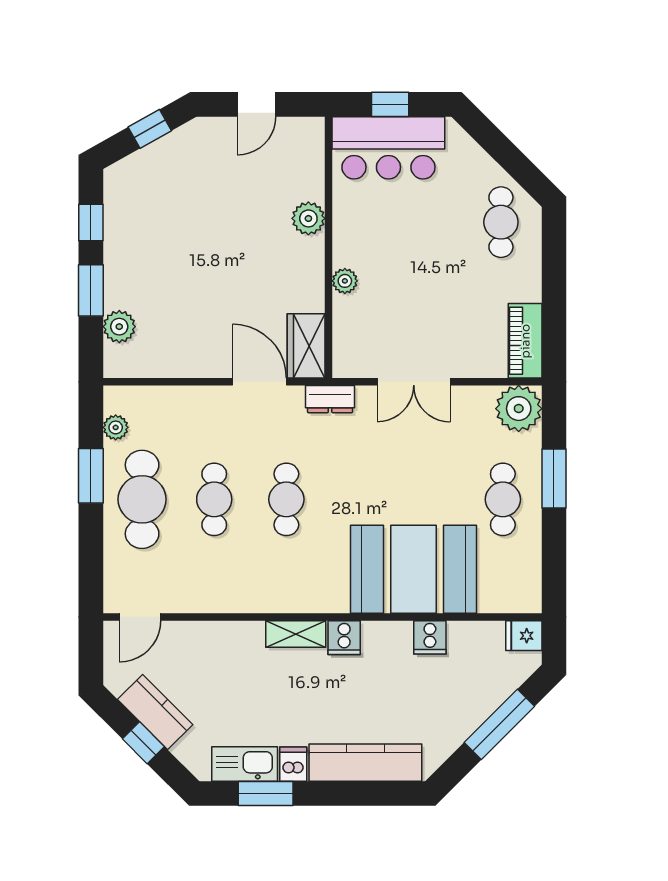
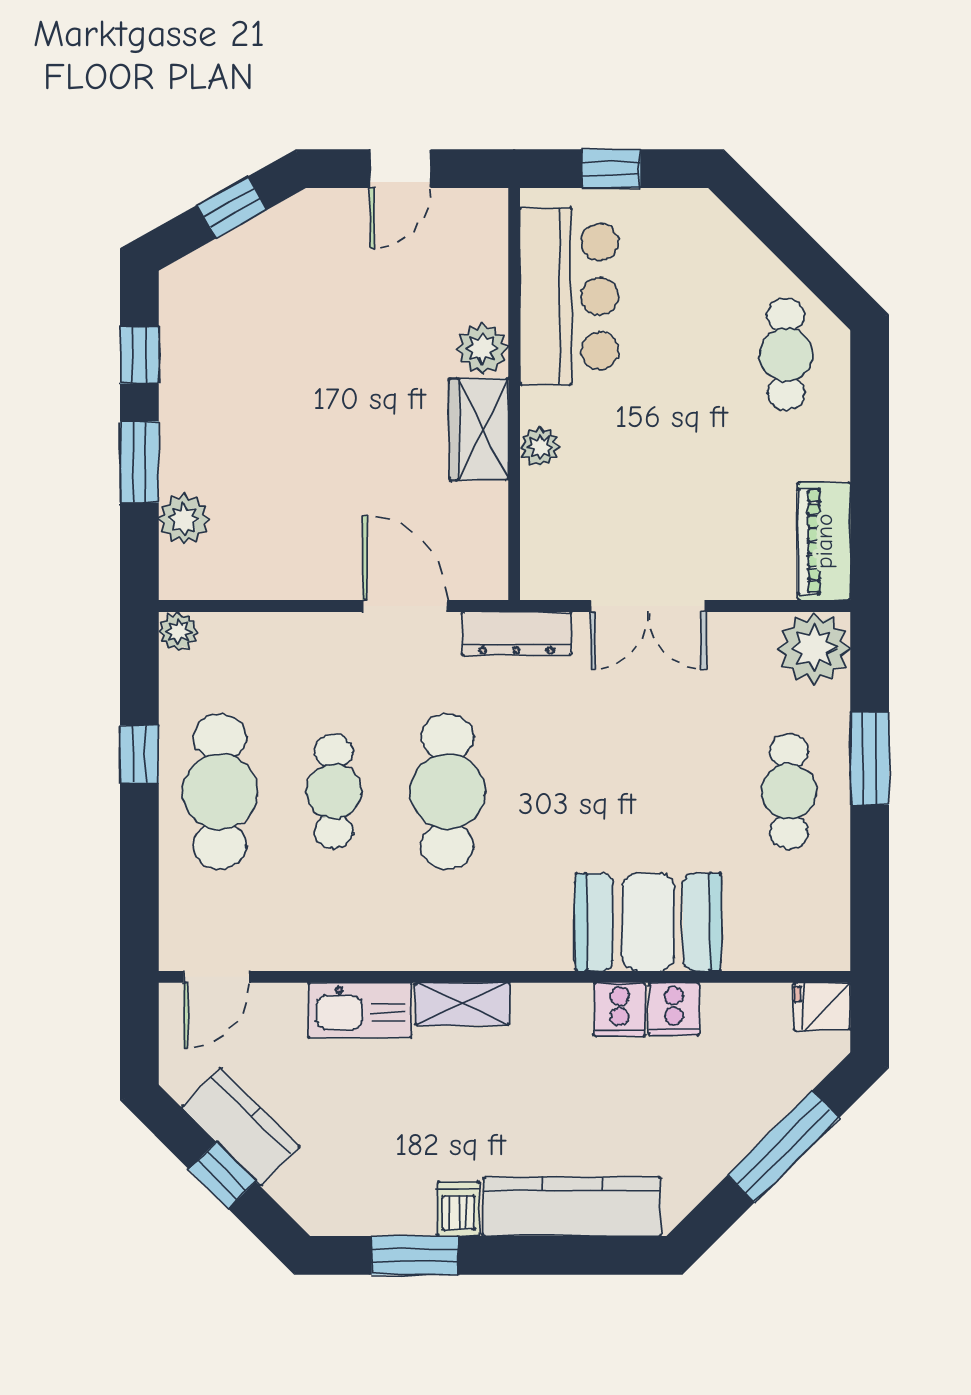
bar counter: (388, 148) -> (569, 296), moved, turned -90
wardrobe: (306, 346) -> (479, 429), moved
dresser: (330, 399) -> (516, 633), width x1.44
plant: (116, 427) -> (178, 632), moved
window: (91, 476) -> (139, 754), width x0.67
cafe table: (286, 499) -> (448, 791), width x1.37, depth x1.35
booth: (414, 569) -> (648, 922), width x0.73, depth x0.70
cooker: (344, 638) -> (620, 1010), moved
kitchen sink: (245, 764) -> (360, 1010), moved, turned 180

